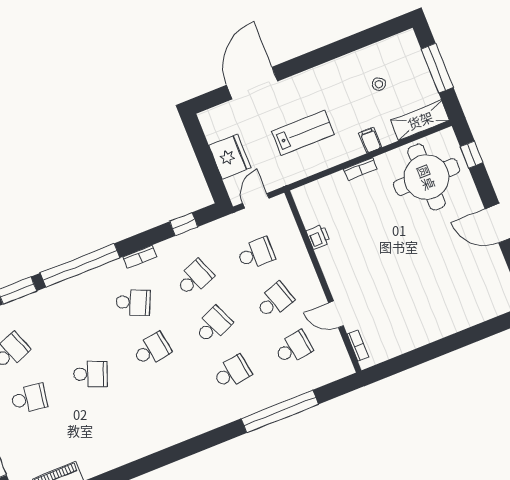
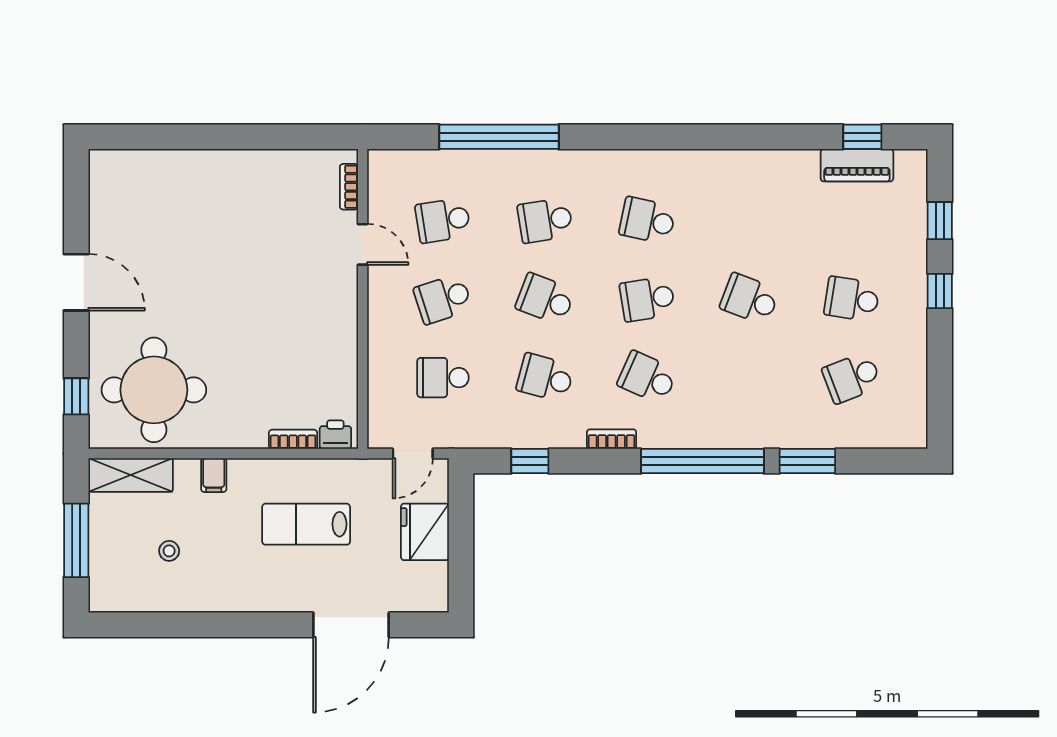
bookcase: (360, 169) -> (293, 439), moved
printer: (318, 237) -> (335, 435), moved, turned 90
school desk: (194, 278) -> (545, 378), turned 36
school desk: (213, 325) -> (545, 299), turned 45
school desk: (171, 397) -> (647, 220), added

